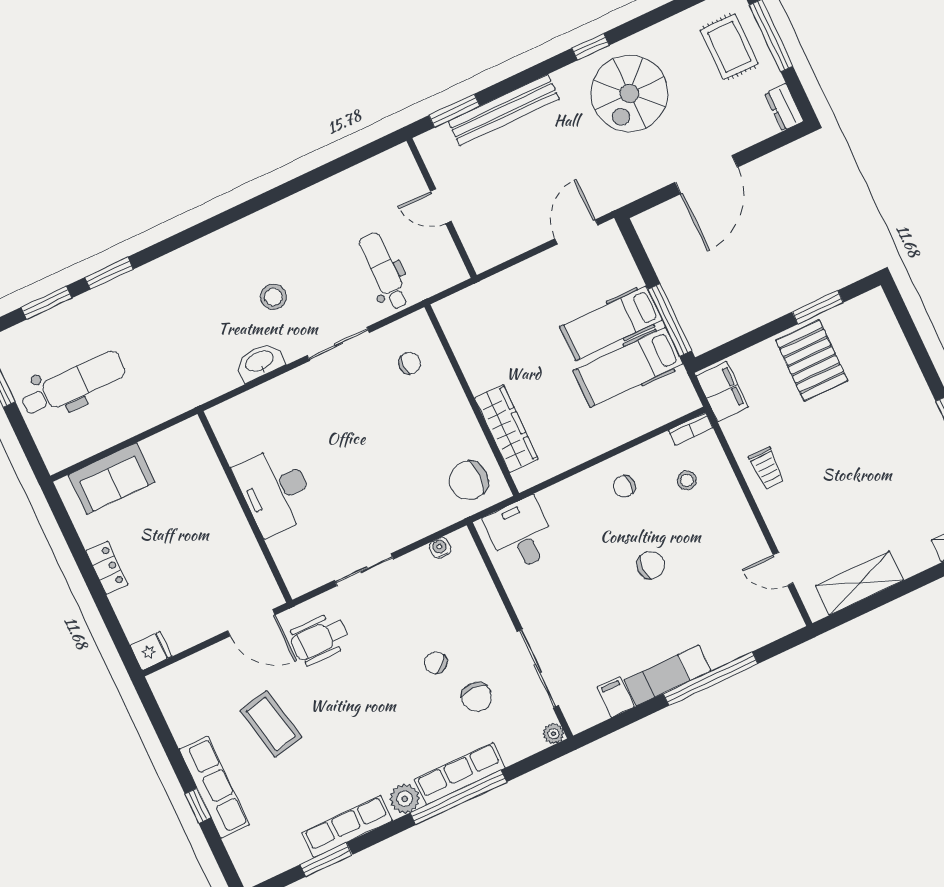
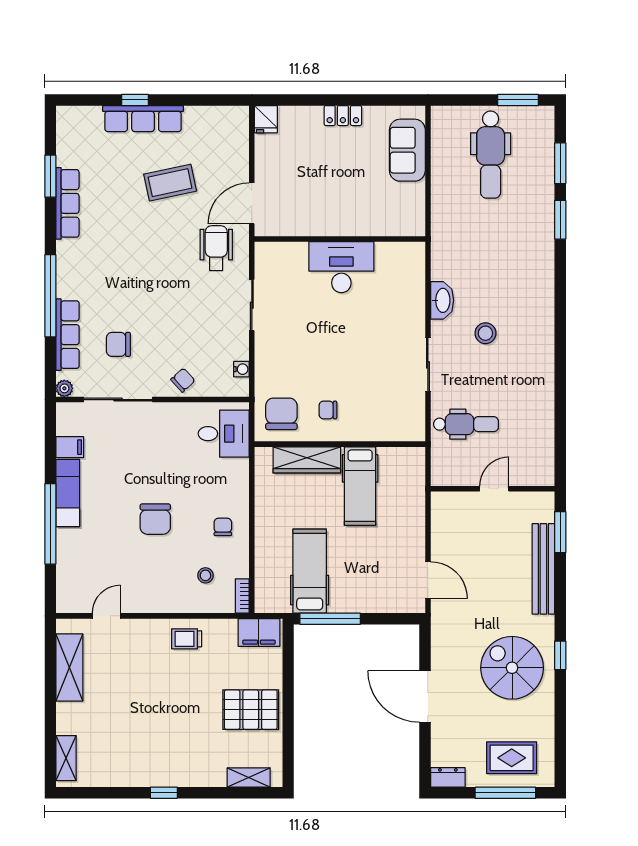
window: (818, 307) -> (288, 733), removed
hospital bed: (611, 323) -> (360, 486), moved, turned 180
shelving: (888, 327) -> (249, 777), added
chair: (410, 363) -> (328, 410), moved, turned 90
chair: (651, 565) -> (155, 519), width x1.37, depth x1.37
chair: (435, 663) -> (183, 380), moved
row of seats: (460, 774) -> (68, 335), moved
plant: (405, 799) -> (68, 255), removed

